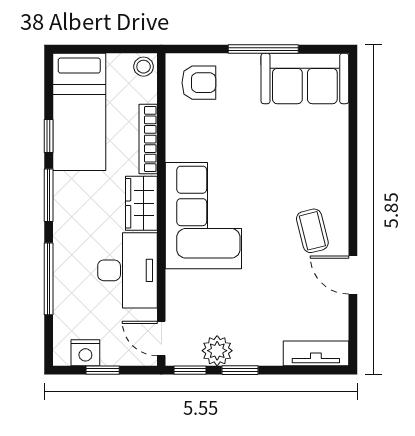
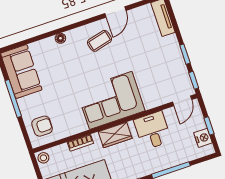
armchair: (199, 83) -> (42, 126), turned 90
bookcase: (148, 139) -> (80, 143), width x0.64
floor lamp: (339, 165) -> (60, 38), added
desk: (127, 270) -> (153, 130), width x0.73
plant: (217, 351) -> (179, 69), removed

